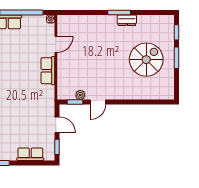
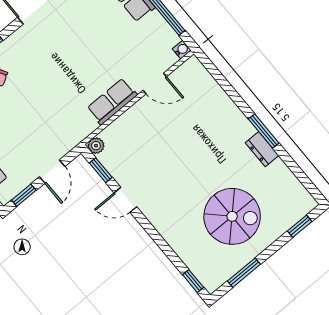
window: (176, 58) -> (244, 273), moved
plant: (80, 95) -> (96, 146), moved
window: (161, 102) -> (193, 281), added

